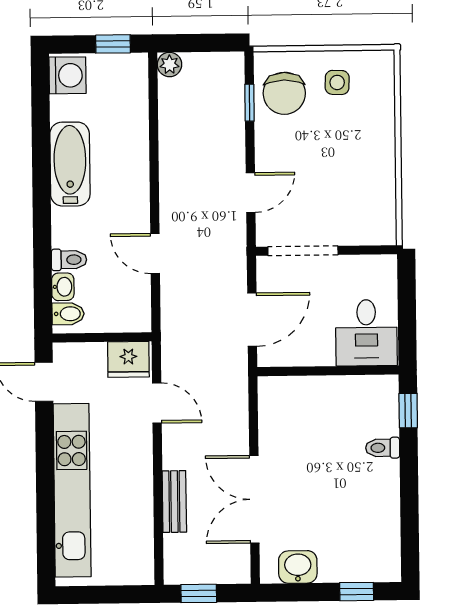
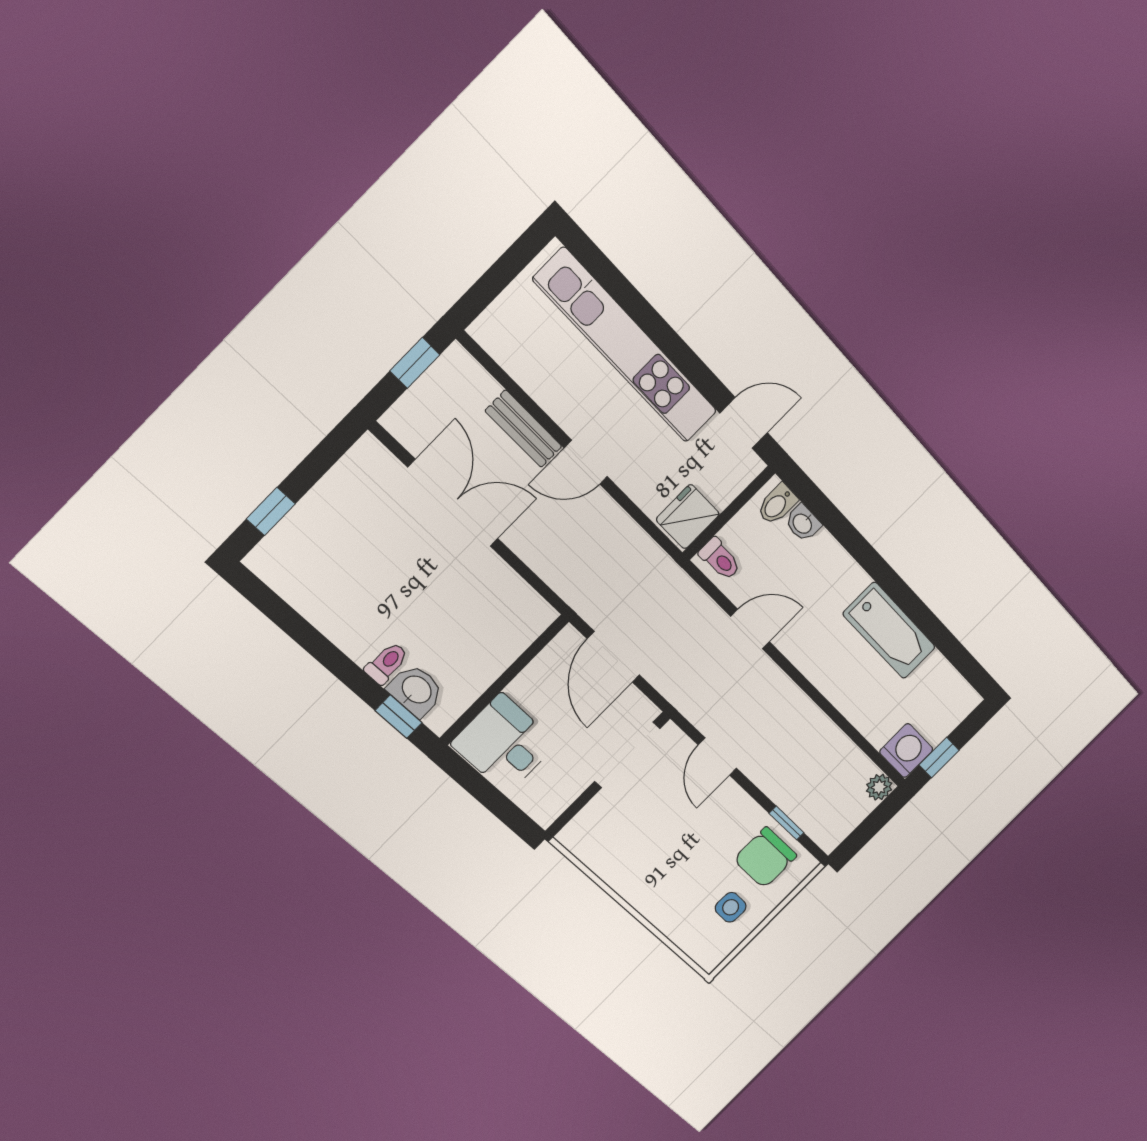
washing machine: (67, 75) -> (906, 751), moved, turned 180
chair: (284, 93) -> (765, 858), turned -90
toilet: (69, 260) -> (720, 559), moved, turned -90
door: (157, 403) -> (586, 462), moved
washbasin: (298, 567) -> (416, 690), moved, turned -90

